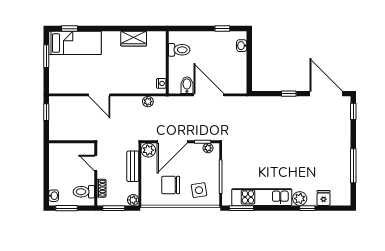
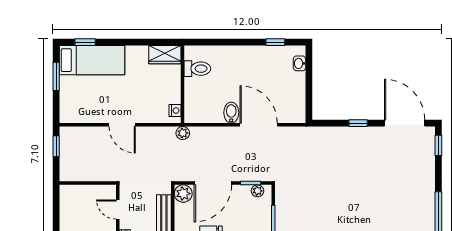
toilet: (179, 50) -> (197, 69), moved
wall: (167, 62) -> (183, 84), moved
nightstand: (161, 83) -> (175, 111), moved

